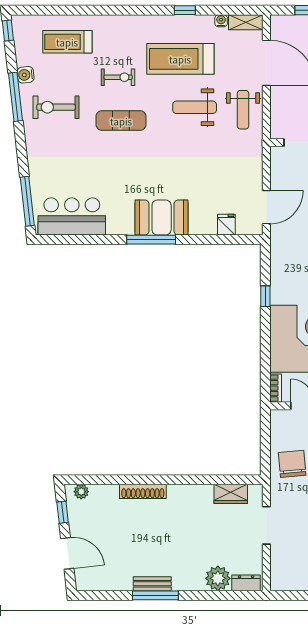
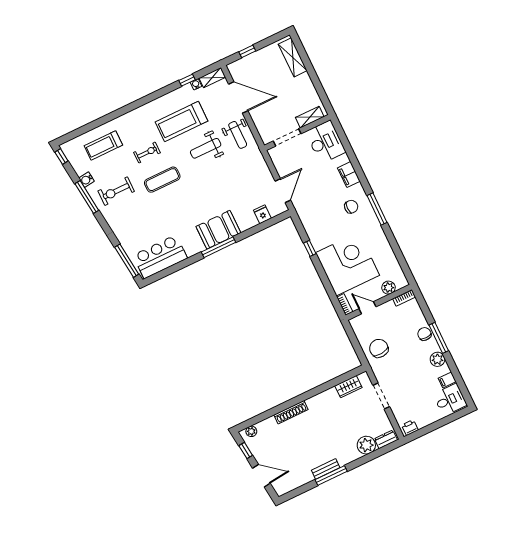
window: (185, 10) -> (187, 80), moved
printer: (283, 583) -> (410, 428), added

